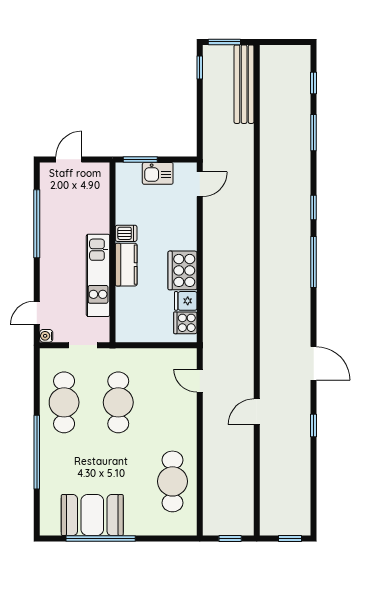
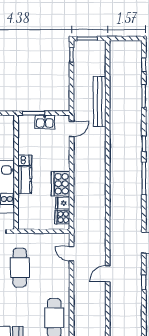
bench: (244, 84) -> (100, 102), moved

